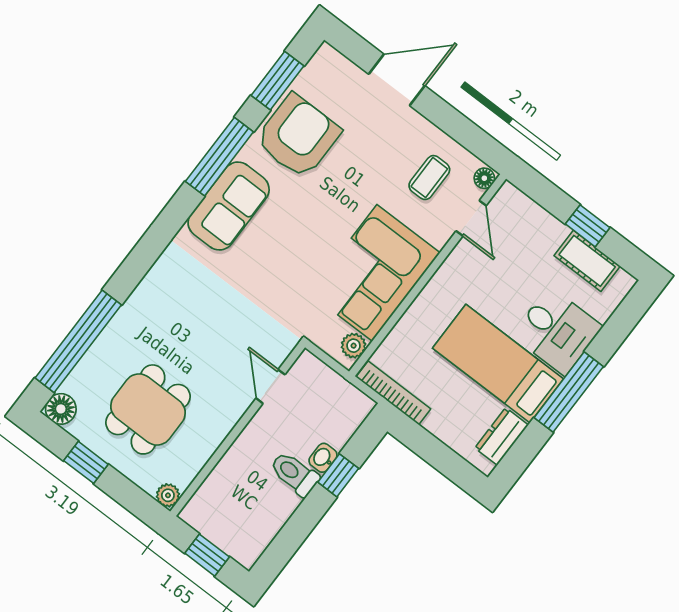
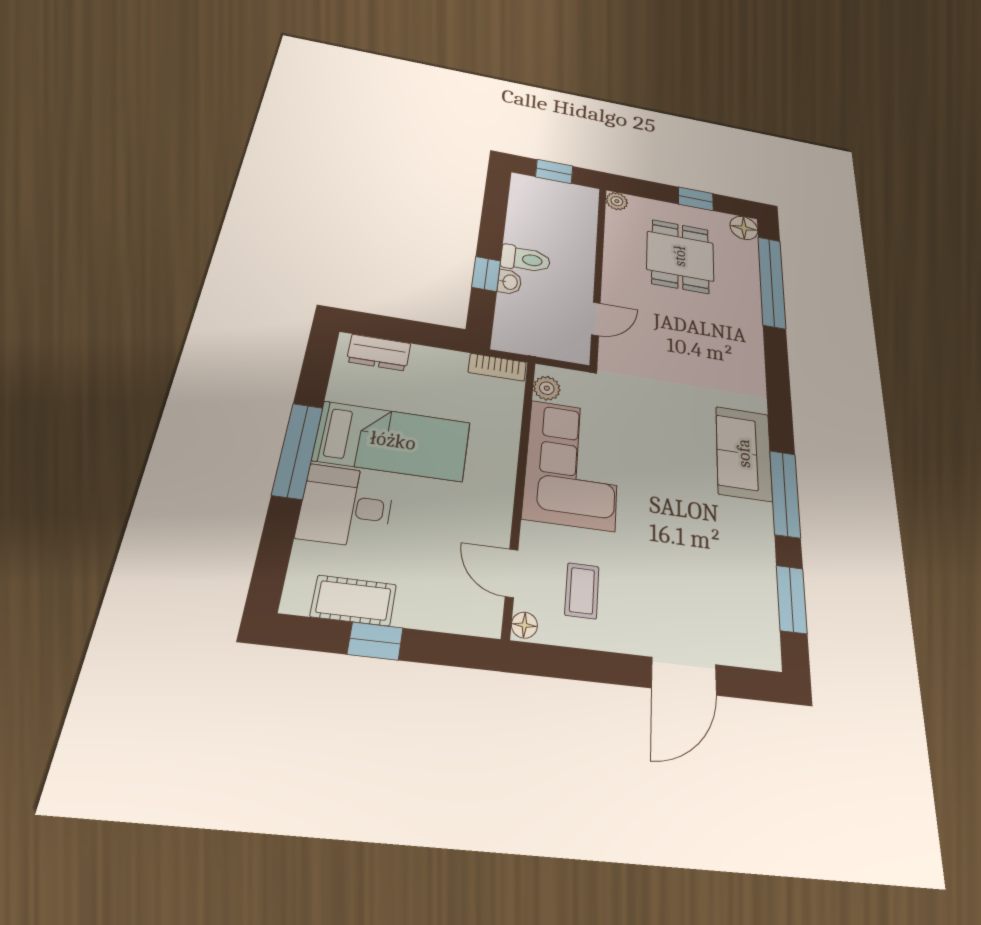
armchair: (298, 136) -> (734, 555), removed
door: (270, 386) -> (596, 319), hinge flipped
bookcase: (393, 393) -> (497, 367), width x0.64
dresser: (502, 436) -> (379, 353), moved, turned 90

